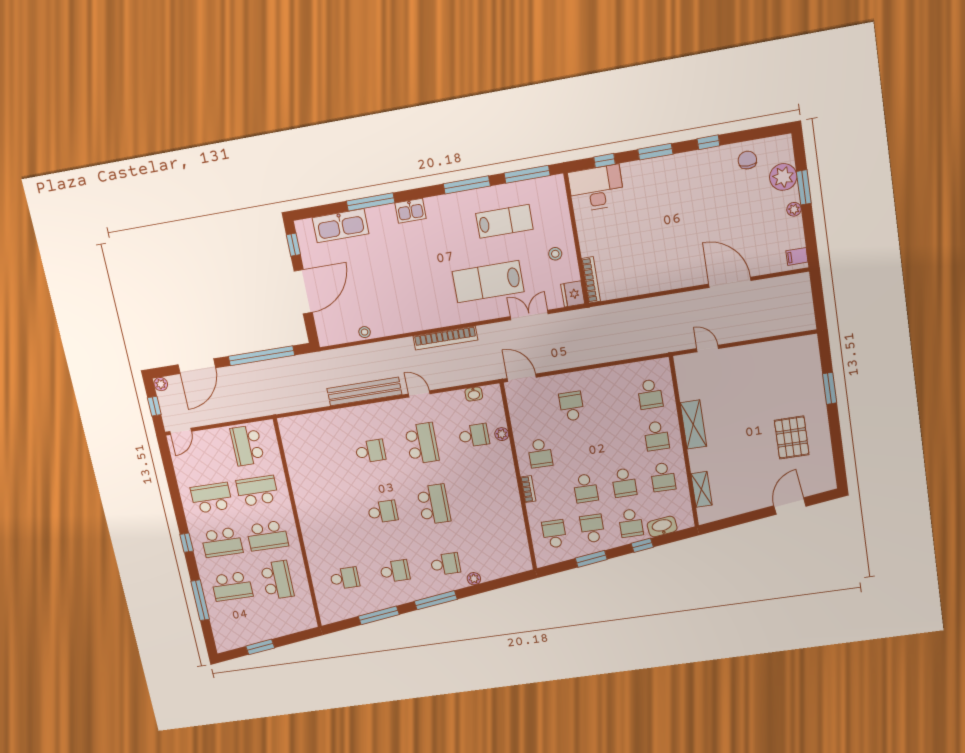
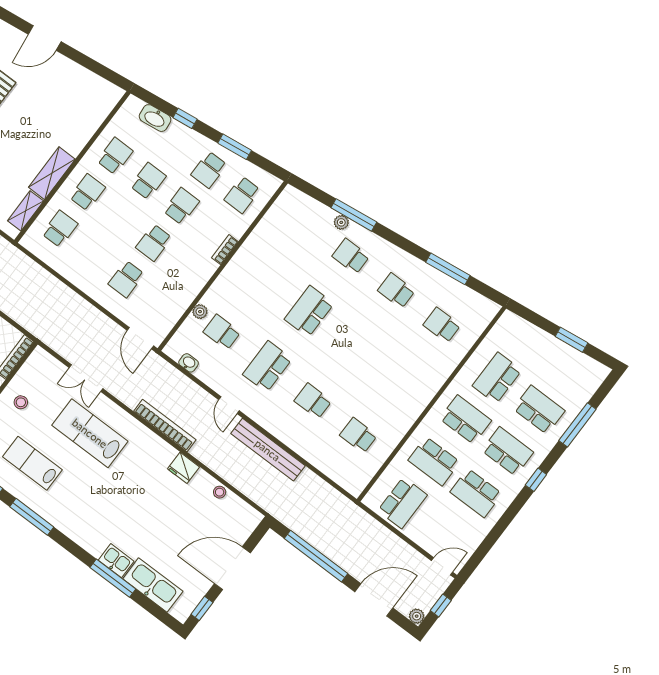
kitchen sink: (410, 211) -> (116, 561), moved
lab bench: (488, 282) -> (90, 433), turned 180
fridge: (573, 294) -> (184, 468), moved, turned 90
school desk: (540, 453) -> (154, 243), moved, turned 180
shelving: (701, 489) -> (26, 211), moved
school desk: (383, 512) -> (358, 435), moved
school desk: (631, 523) -> (176, 145), removed
window: (436, 600) -> (354, 215), moved

